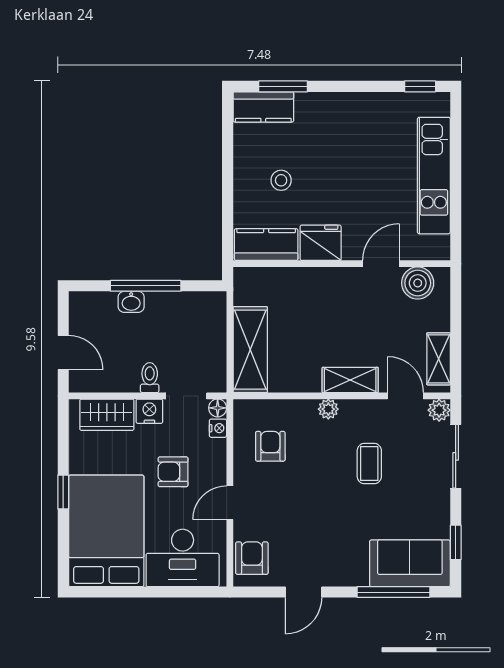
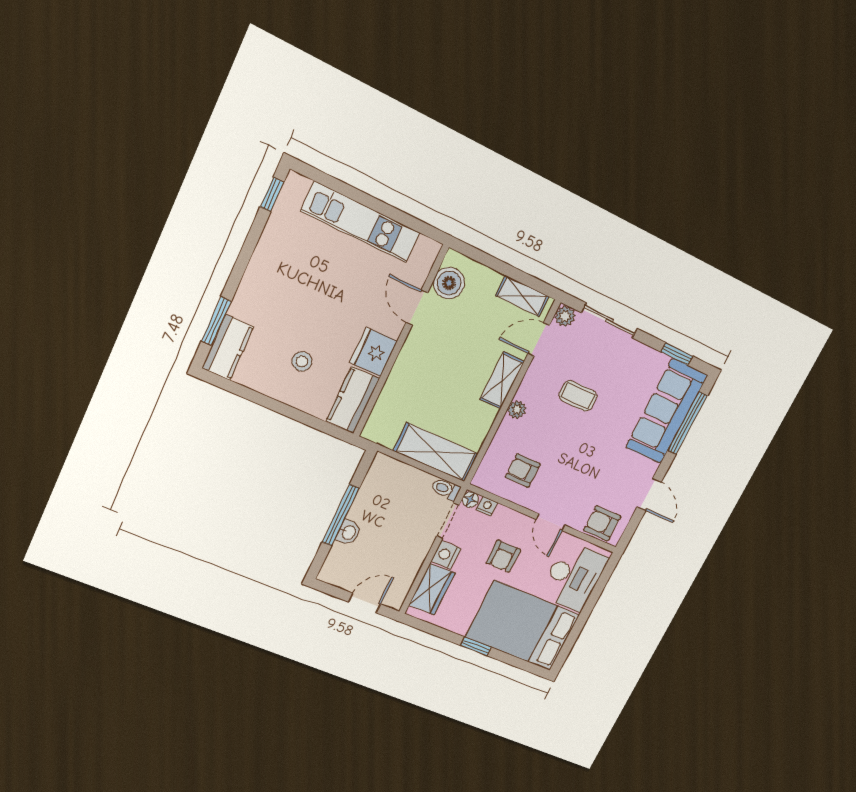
toilet: (150, 378) -> (446, 489), moved
sofa: (410, 563) -> (667, 411), width x1.36

